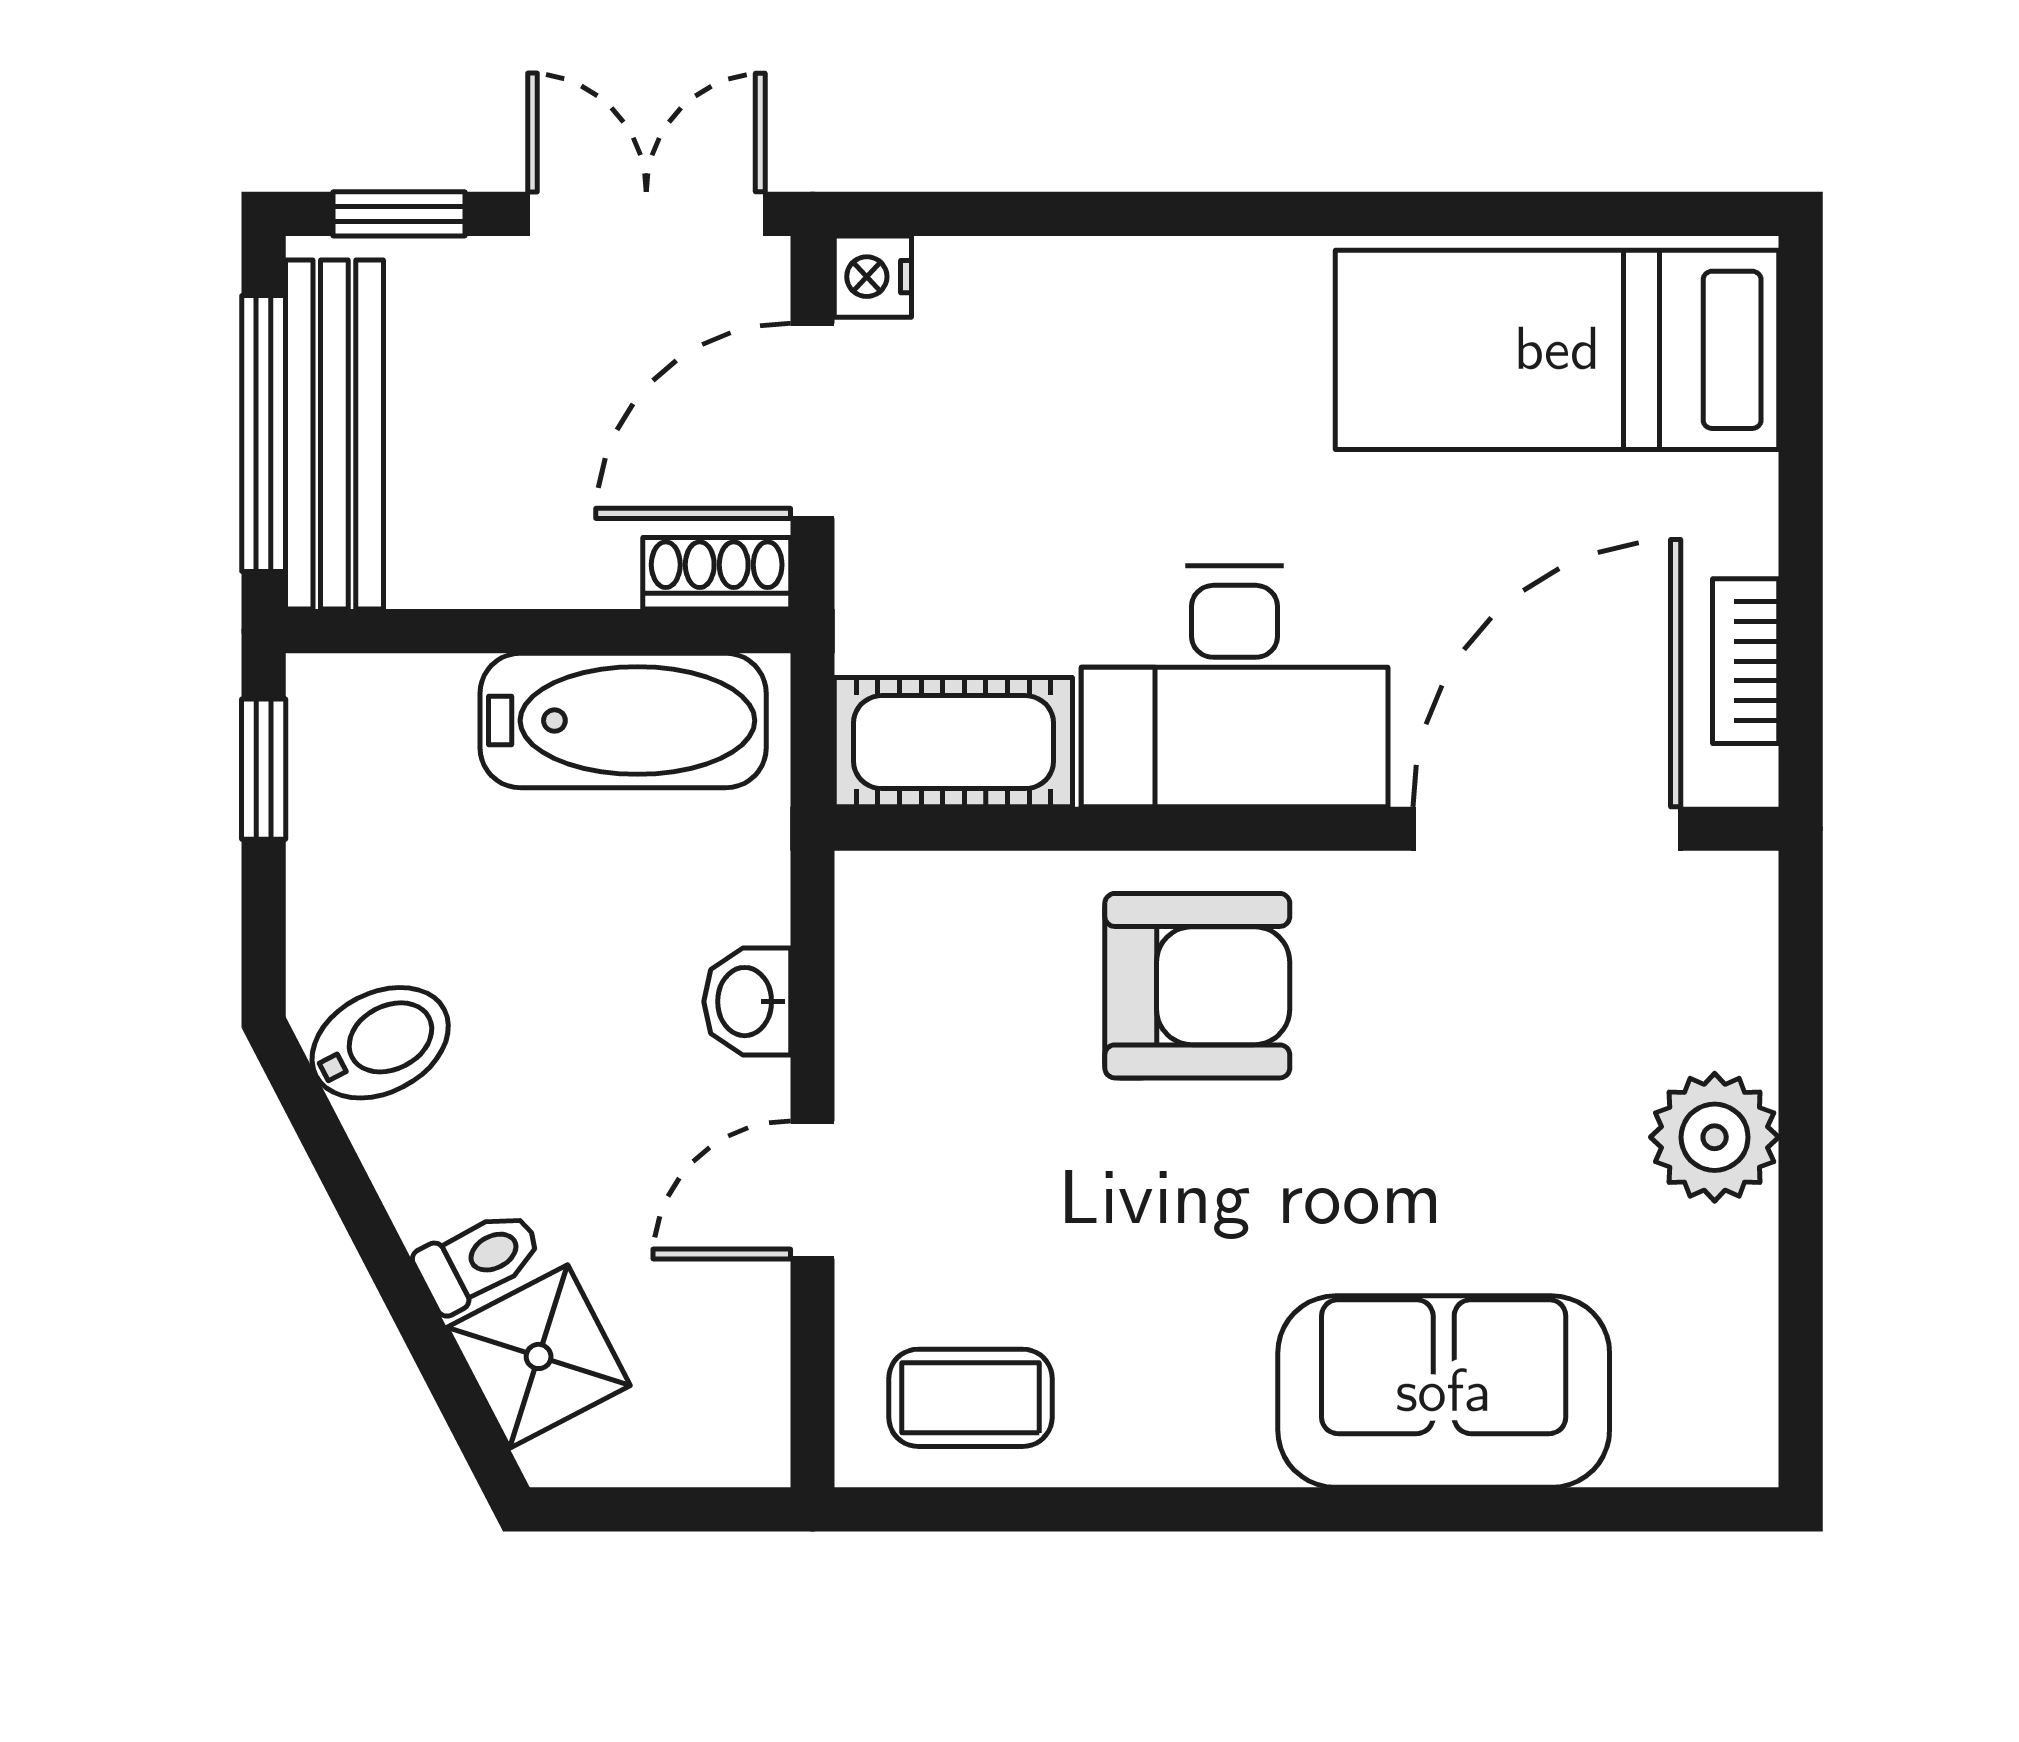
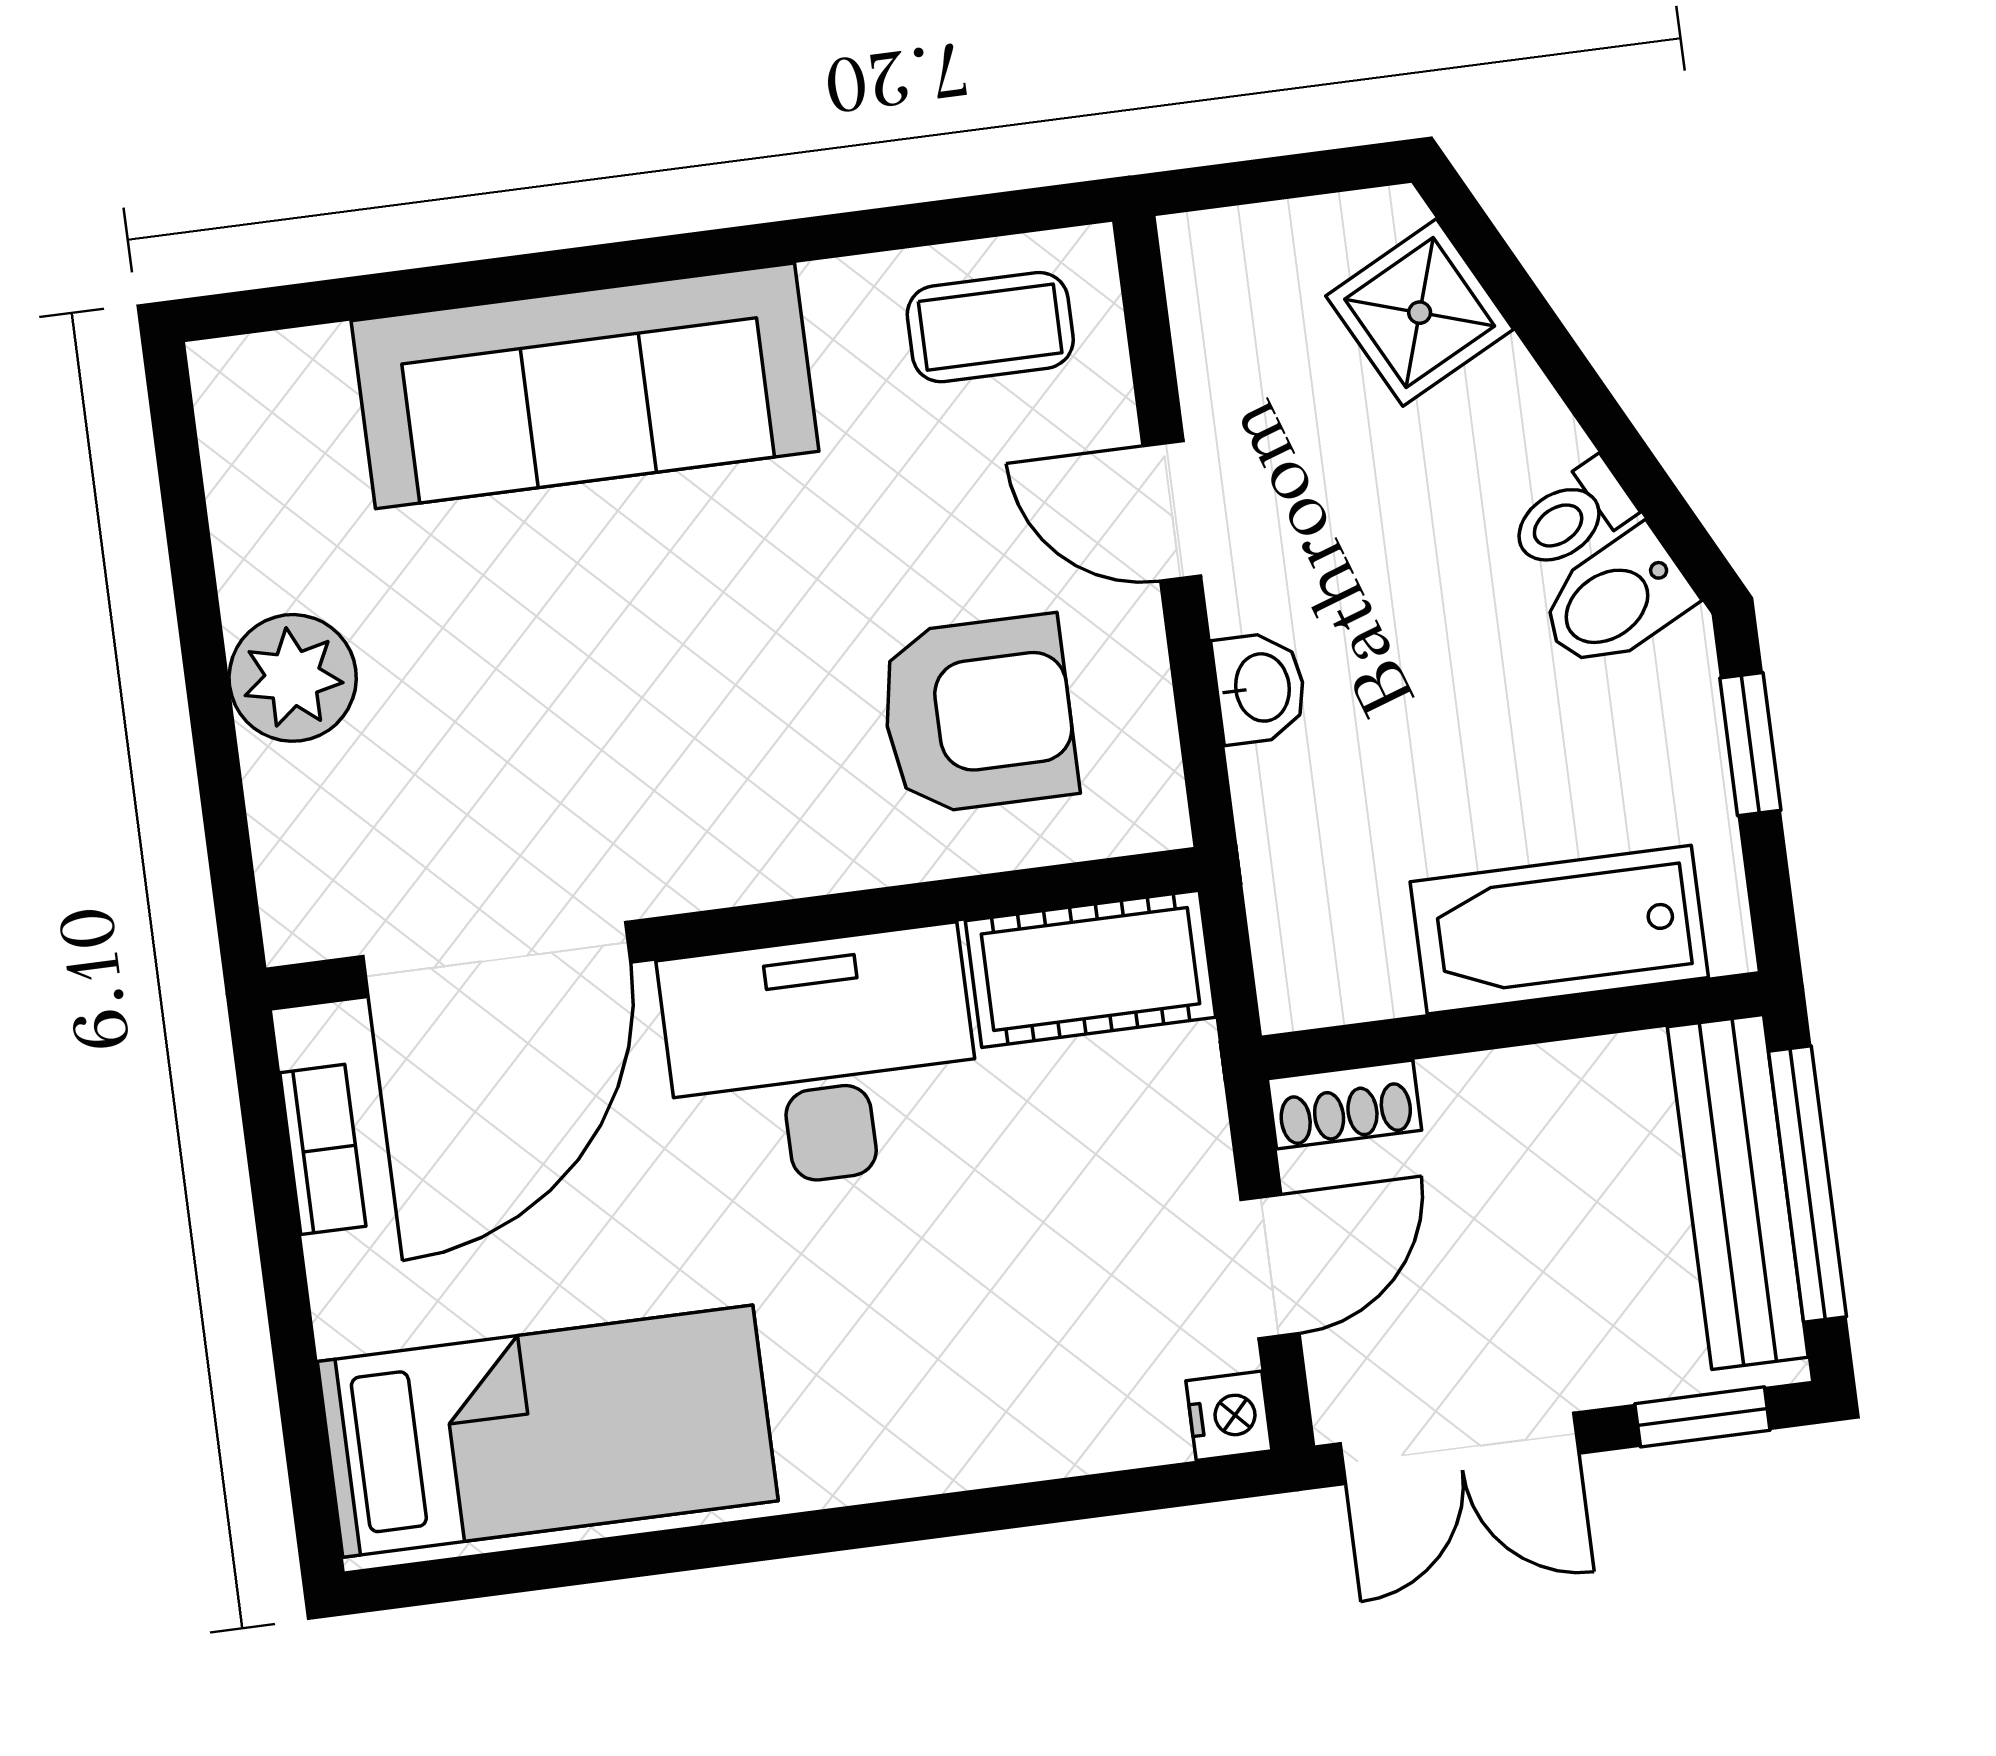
door: (813, 421) -> (1270, 1266), width x0.73
bathtub: (623, 721) -> (1559, 930), moved
window: (264, 769) -> (1750, 744), moved
armchair: (1197, 986) -> (978, 714), moved, turned 180
door: (813, 1190) -> (1172, 511), swing flipped
toilet: (479, 1260) -> (1572, 516), moved
sofa: (1444, 1392) -> (585, 386), width x1.36

